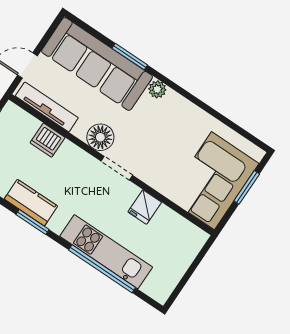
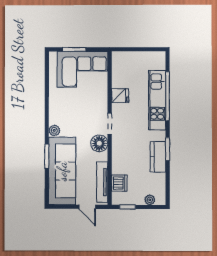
dishwasher: (48, 140) -> (119, 183), moved

